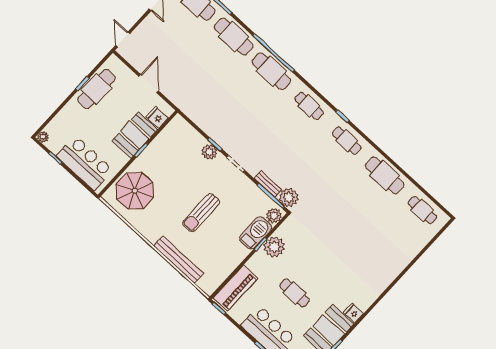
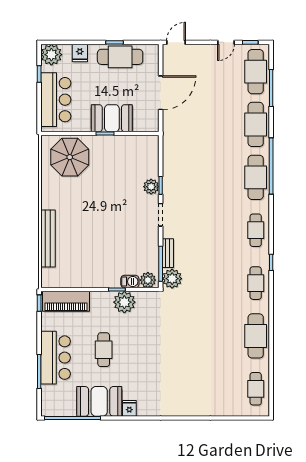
door: (149, 84) -> (161, 93), width x1.36
fridge: (157, 117) -> (80, 53), moved, turned 180
plant: (43, 137) -> (51, 55), width x1.87, depth x1.87
sun lounger: (201, 213) -> (99, 223), removed
barbecue: (255, 233) -> (130, 282), width x0.53, depth x0.65

